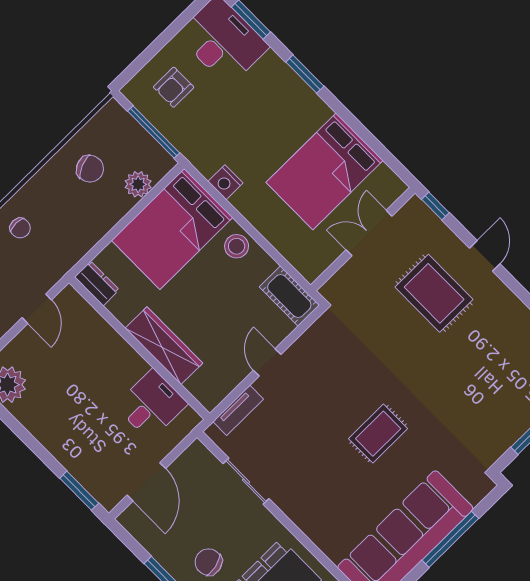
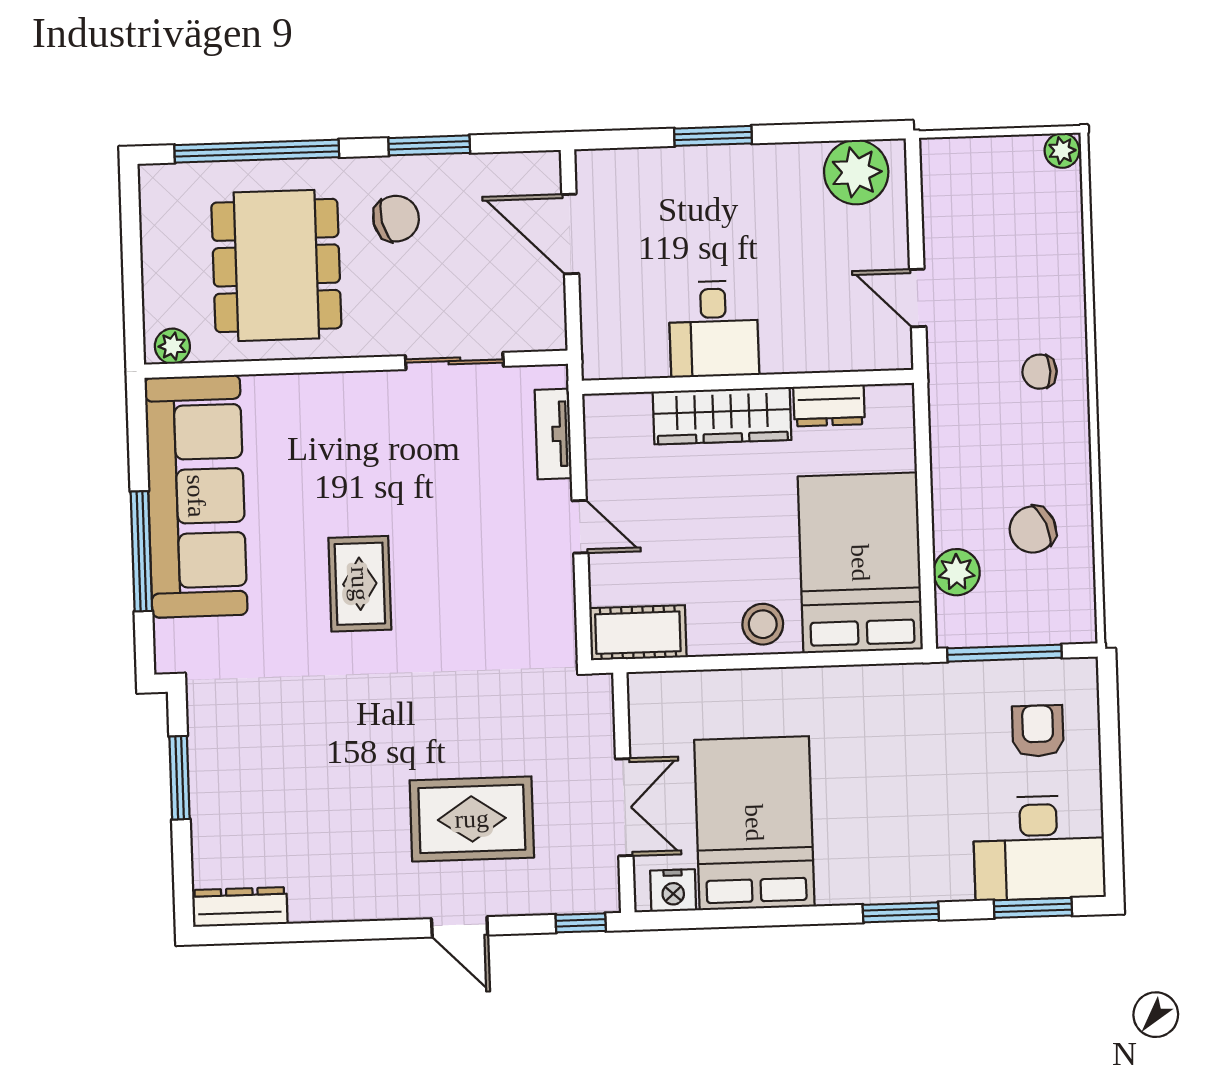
nightstand: (225, 182) -> (673, 890), moved, turned 180
dresser: (97, 283) -> (829, 406), moved
desk: (151, 405) -> (714, 329), moved
window: (79, 491) -> (713, 136), moved

